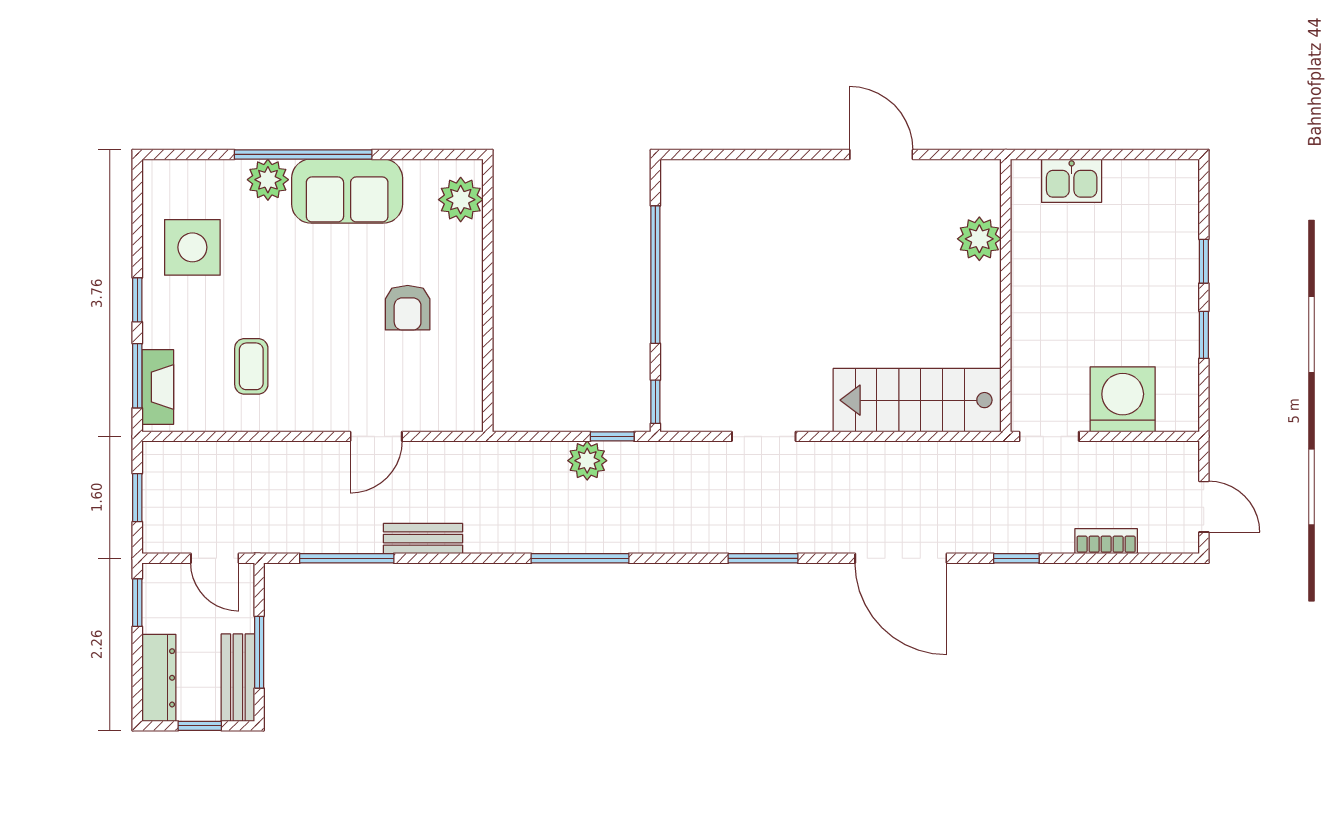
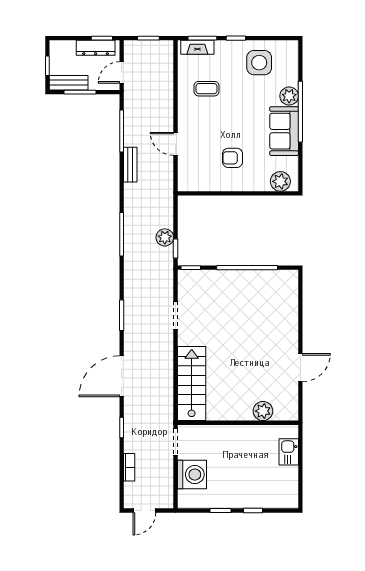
dresser: (159, 678) -> (96, 48), moved

